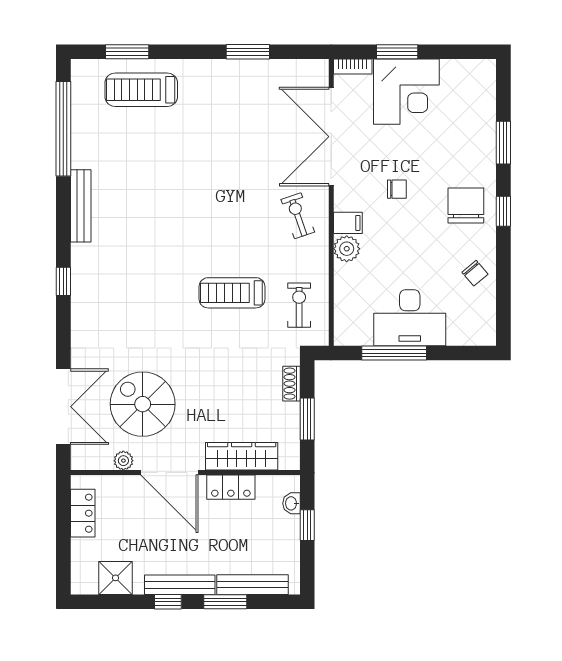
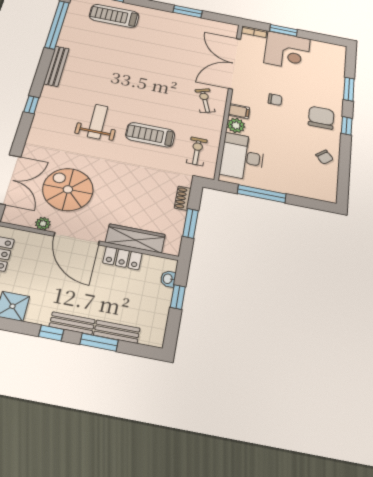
weight bench: (158, 288) -> (98, 122), added
desk: (410, 318) -> (242, 157), moved, turned 90
bench: (180, 585) -> (72, 323), width x0.73
bench: (252, 585) -> (117, 332), width x0.73

